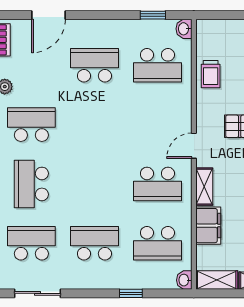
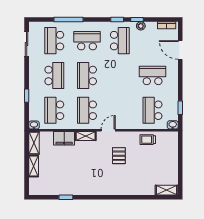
school desk: (94, 65) -> (153, 75), turned -90
door: (194, 146) -> (108, 130), hinge flipped
school desk: (94, 184) -> (87, 75), added
school desk: (31, 243) -> (54, 41), turned 180

